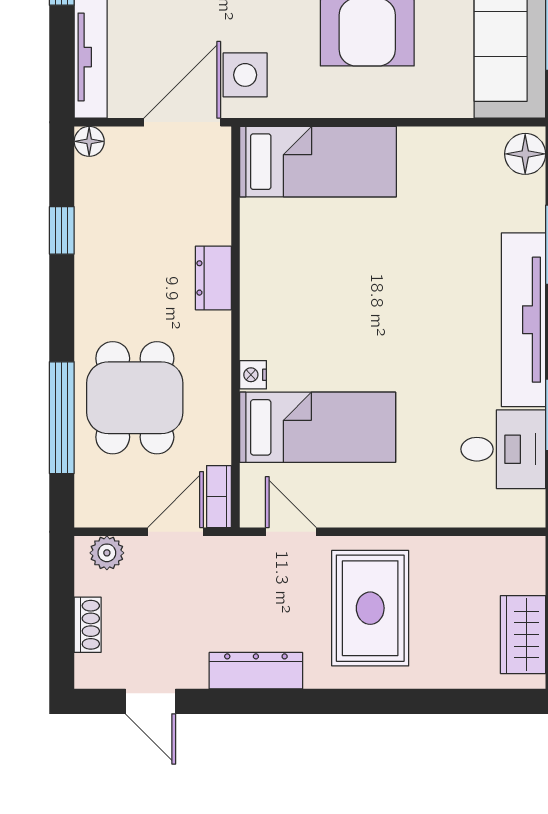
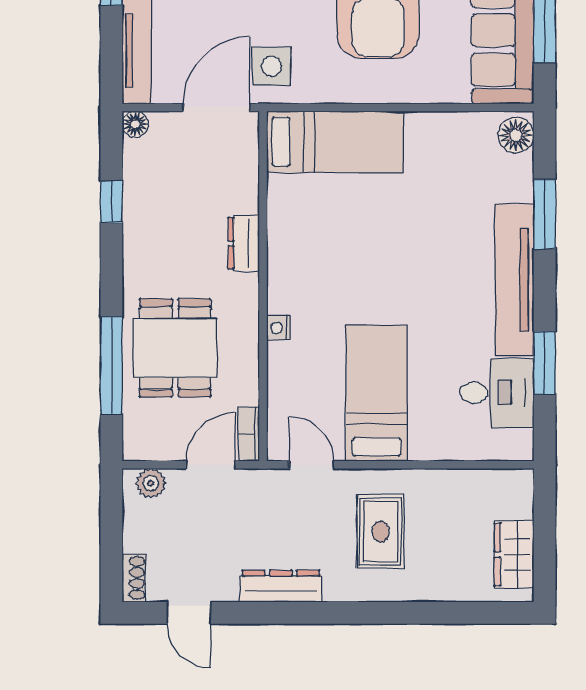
bed: (318, 427) -> (377, 393), moved, turned -90
rug: (370, 608) -> (381, 532), width x0.73, depth x0.70
shoe rack: (88, 625) -> (134, 578), moved

